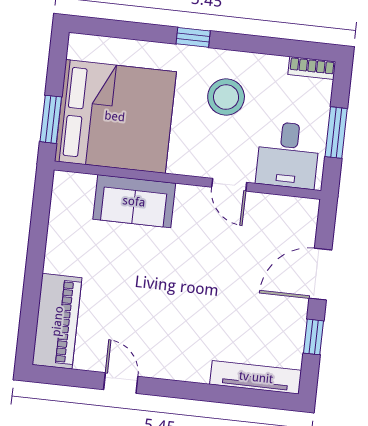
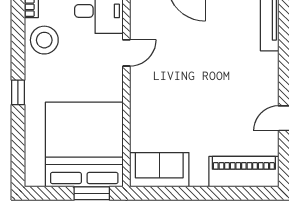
stool: (226, 97) -> (44, 40), moved
sofa: (134, 201) -> (159, 170), moved, turned -90

